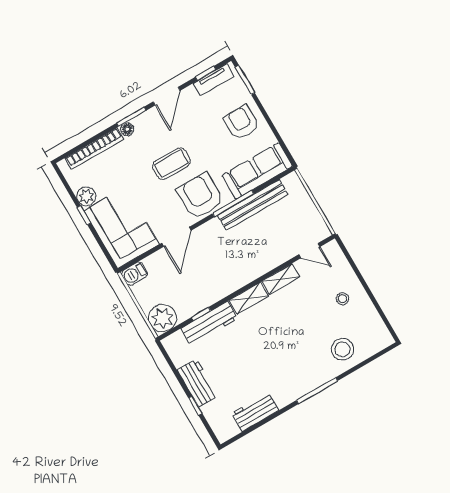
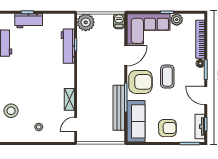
door: (176, 237) -> (126, 56), swing flipped
shelving: (249, 298) -> (69, 76), removed
workbench: (197, 383) -> (29, 21), moved

